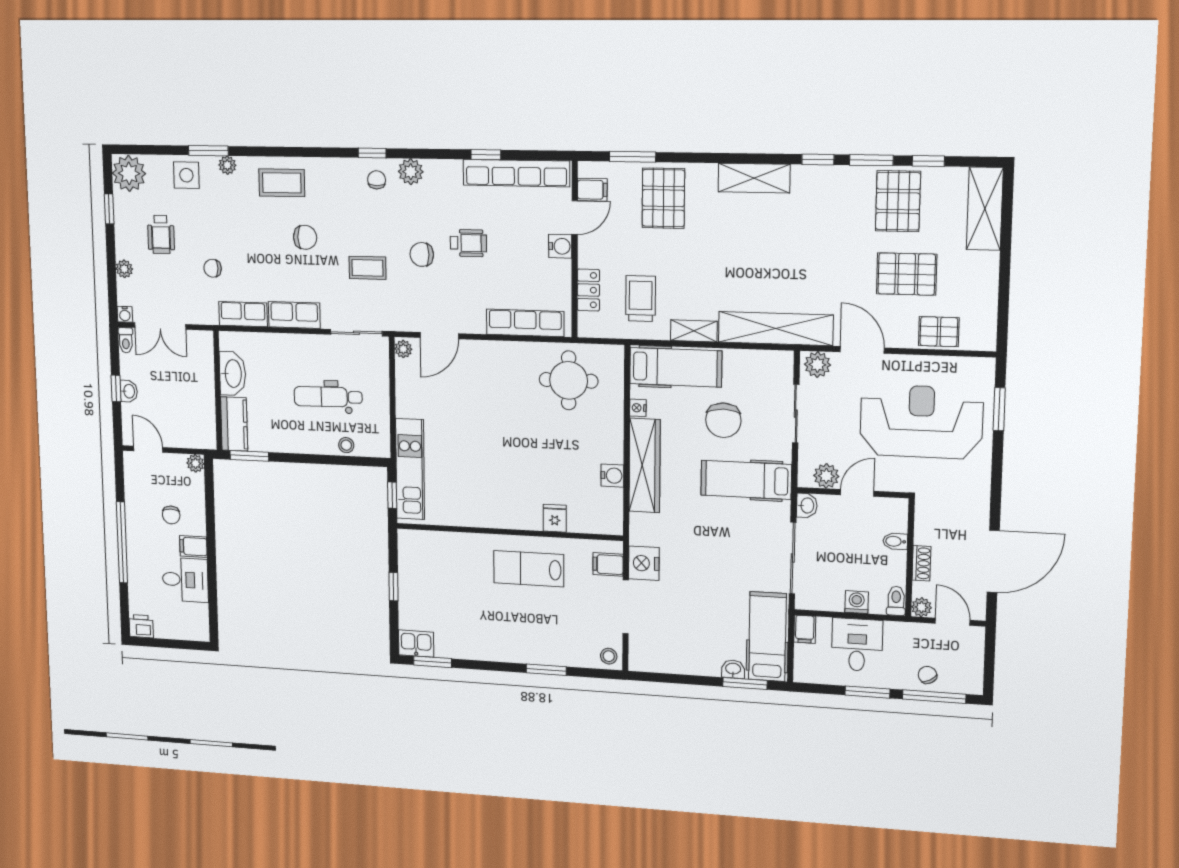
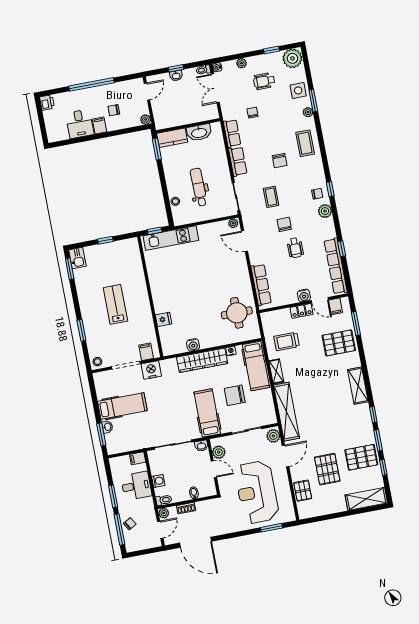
locker: (588, 290) -> (302, 311), moved
trolley: (641, 299) -> (287, 341), turned 180
reception desk: (921, 422) -> (257, 492), turned 180
lab bench: (529, 569) -> (115, 304), moved
hospital bed: (767, 637) -> (122, 406), moved

